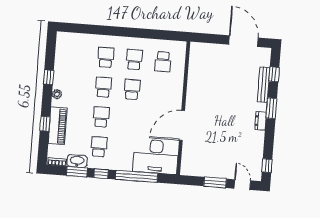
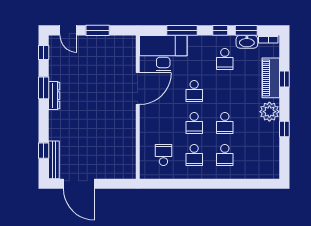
bench: (264, 85) -> (54, 160), moved
plant: (57, 94) -> (269, 112), width x1.88, depth x1.88
window: (271, 108) -> (44, 88), moved
school desk: (101, 117) -> (194, 91), moved
dresser: (261, 121) -> (54, 96), width x1.44
window: (137, 176) -> (182, 30), width x0.68

